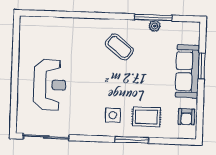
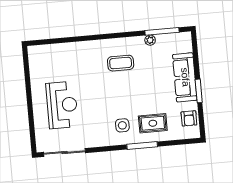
window: (153, 18) -> (162, 31), moved
coffee table: (119, 47) -> (121, 63), turned -38
window: (202, 66) -> (199, 91), moved

